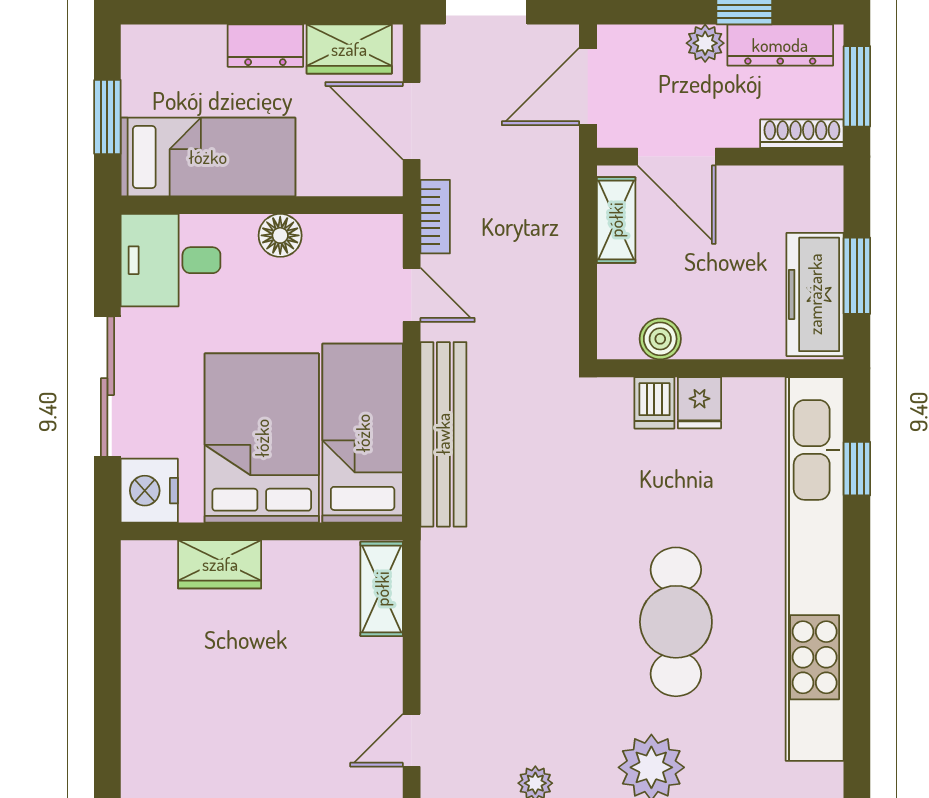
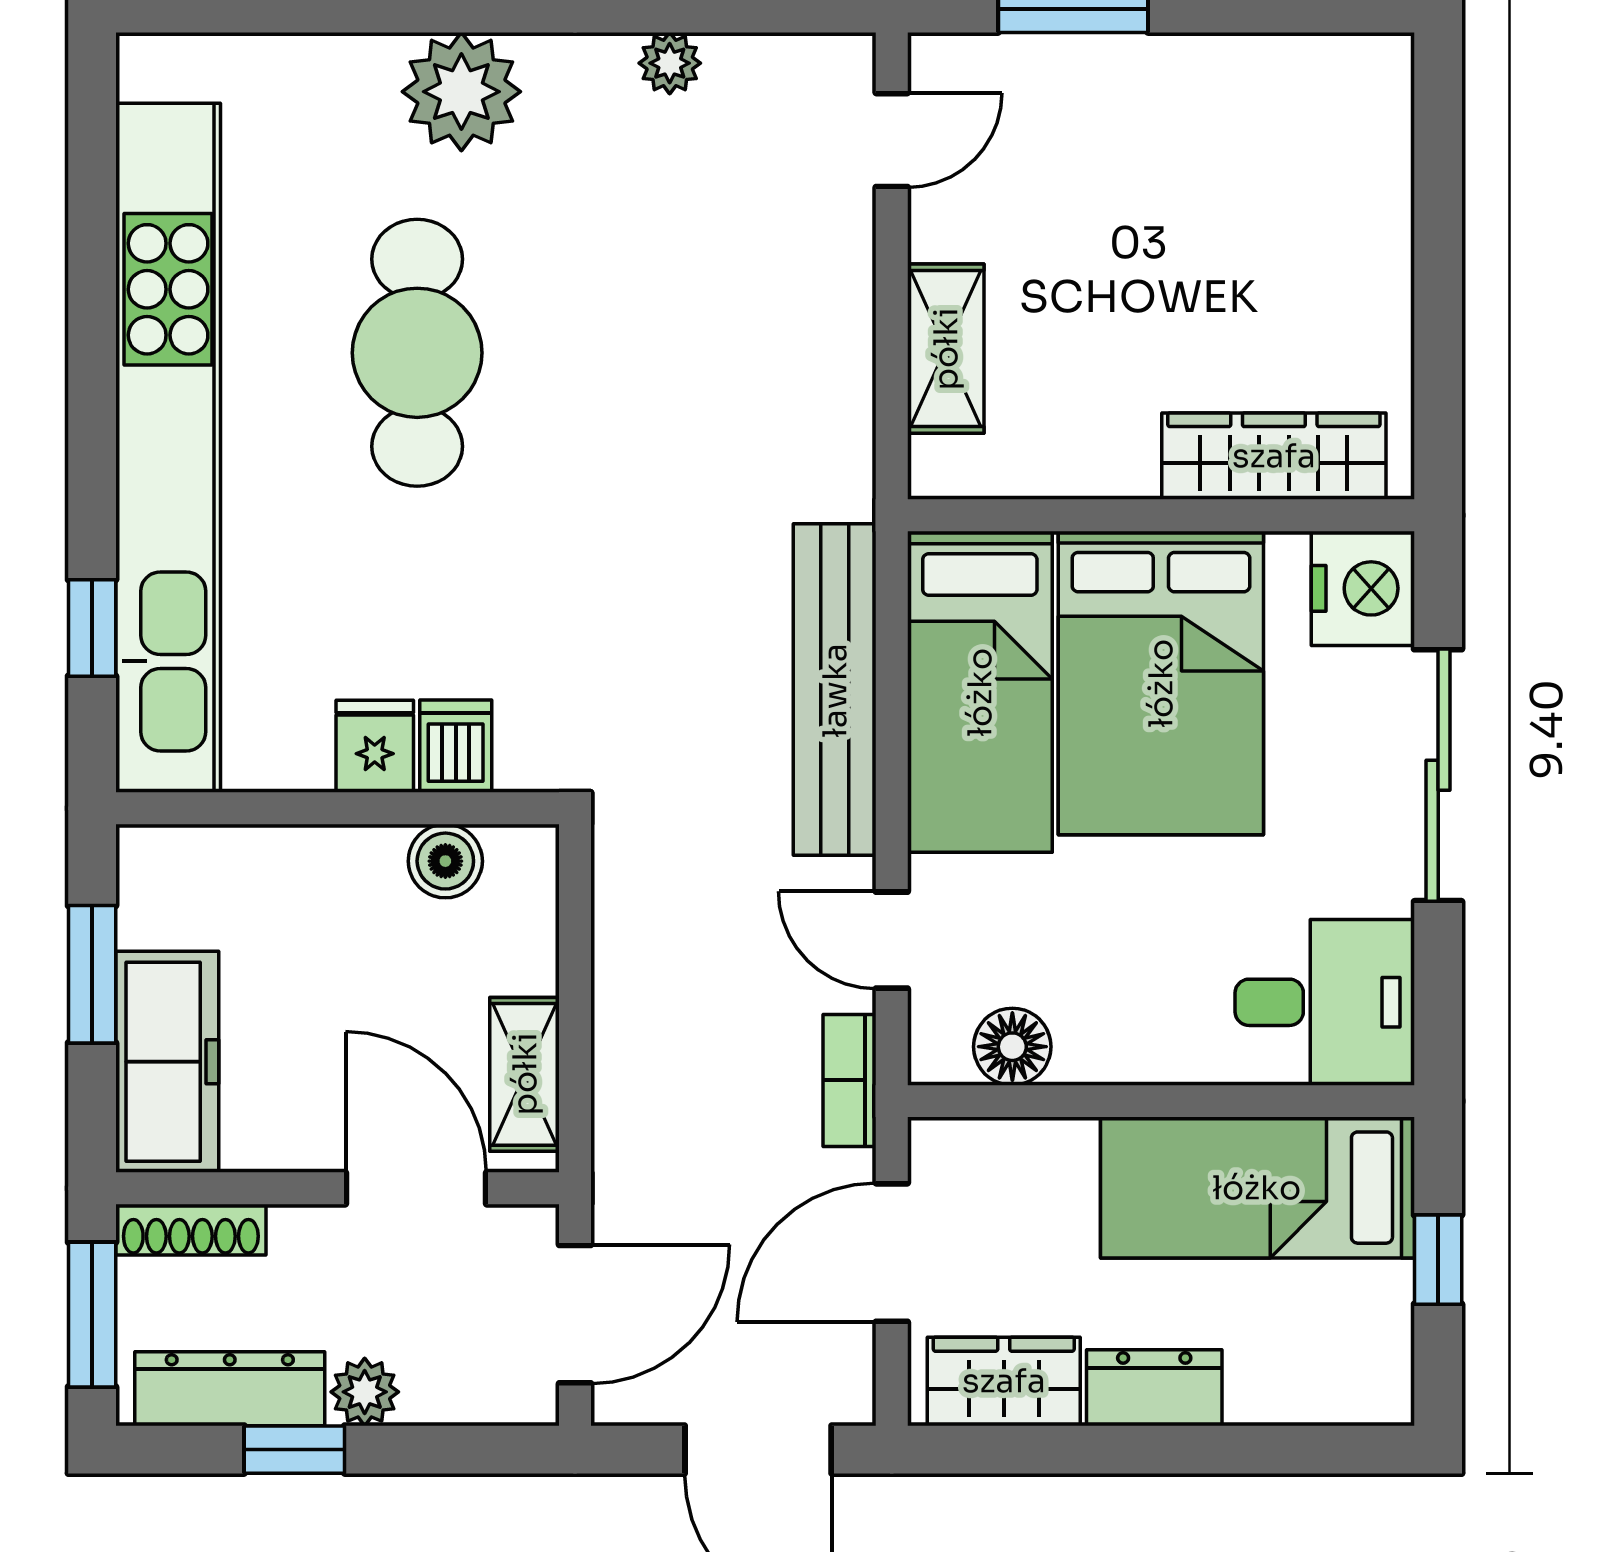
window: (107, 117) -> (1438, 1260), width x0.67
door: (412, 121) -> (892, 1253), swing flipped
floor lamp: (280, 235) -> (1012, 1047), moved
freezer: (815, 294) -> (167, 1062), moved
wardrobe: (220, 564) -> (1274, 456), width x1.50
shelving: (382, 589) -> (946, 349), moved

